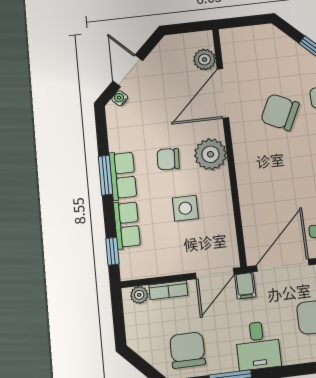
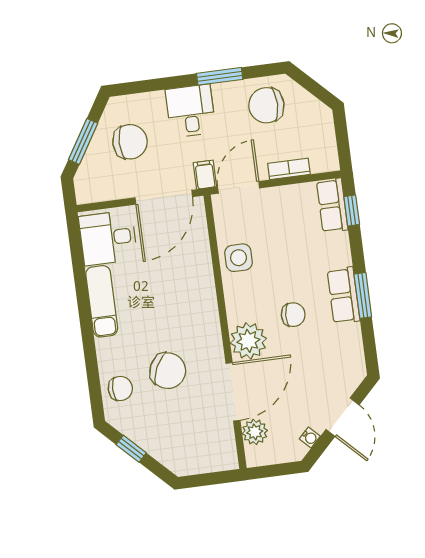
water cooler: (120, 98) -> (310, 437), moved
plant: (211, 154) -> (248, 341), moved
side table: (185, 208) -> (239, 258), moved
row of seats: (127, 225) -> (332, 205), moved
plant: (139, 295) -> (320, 163), removed
chair: (187, 350) -> (266, 105), turned 90

